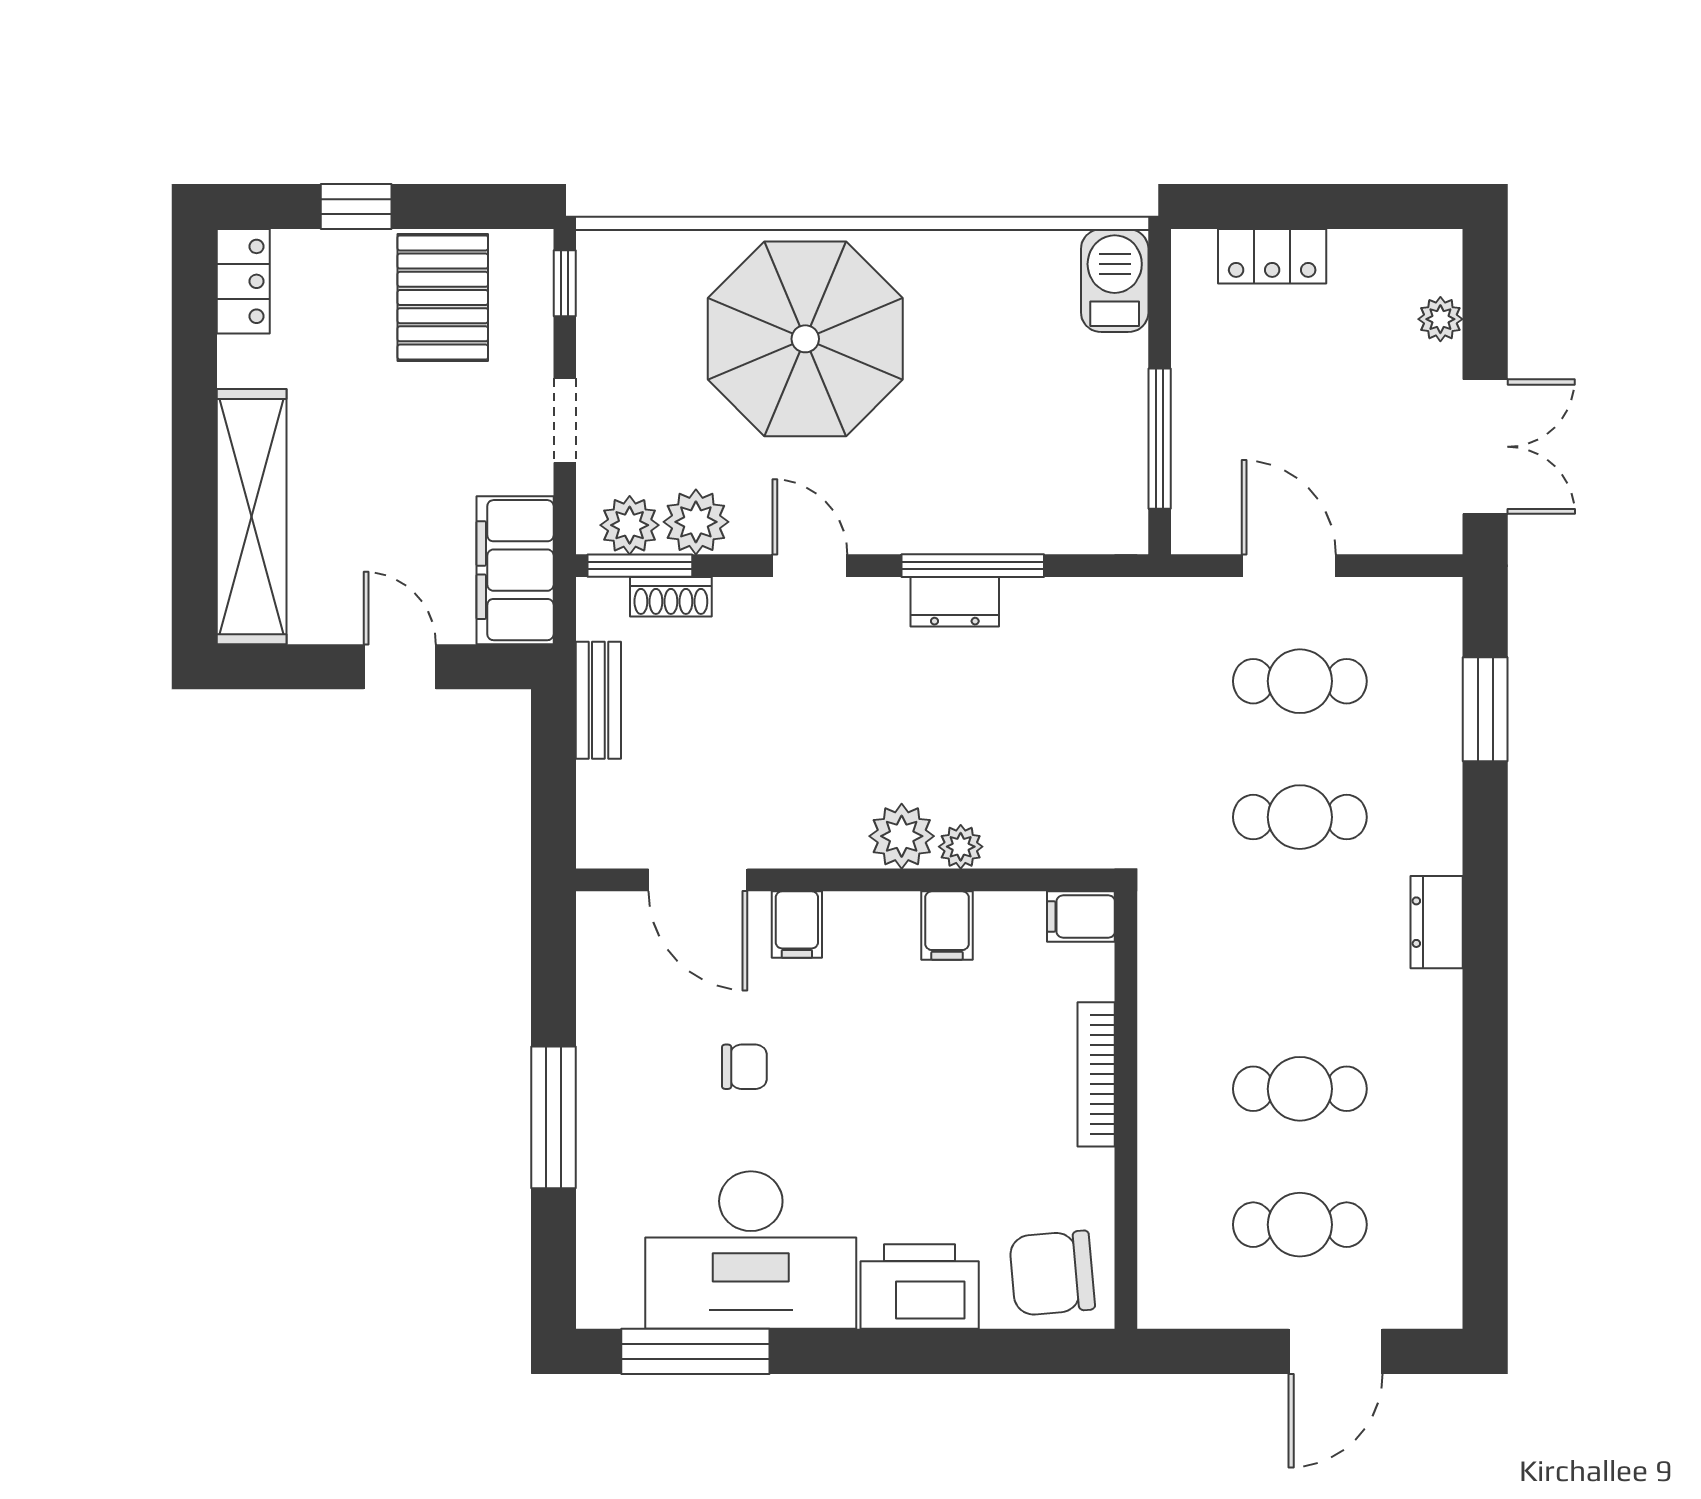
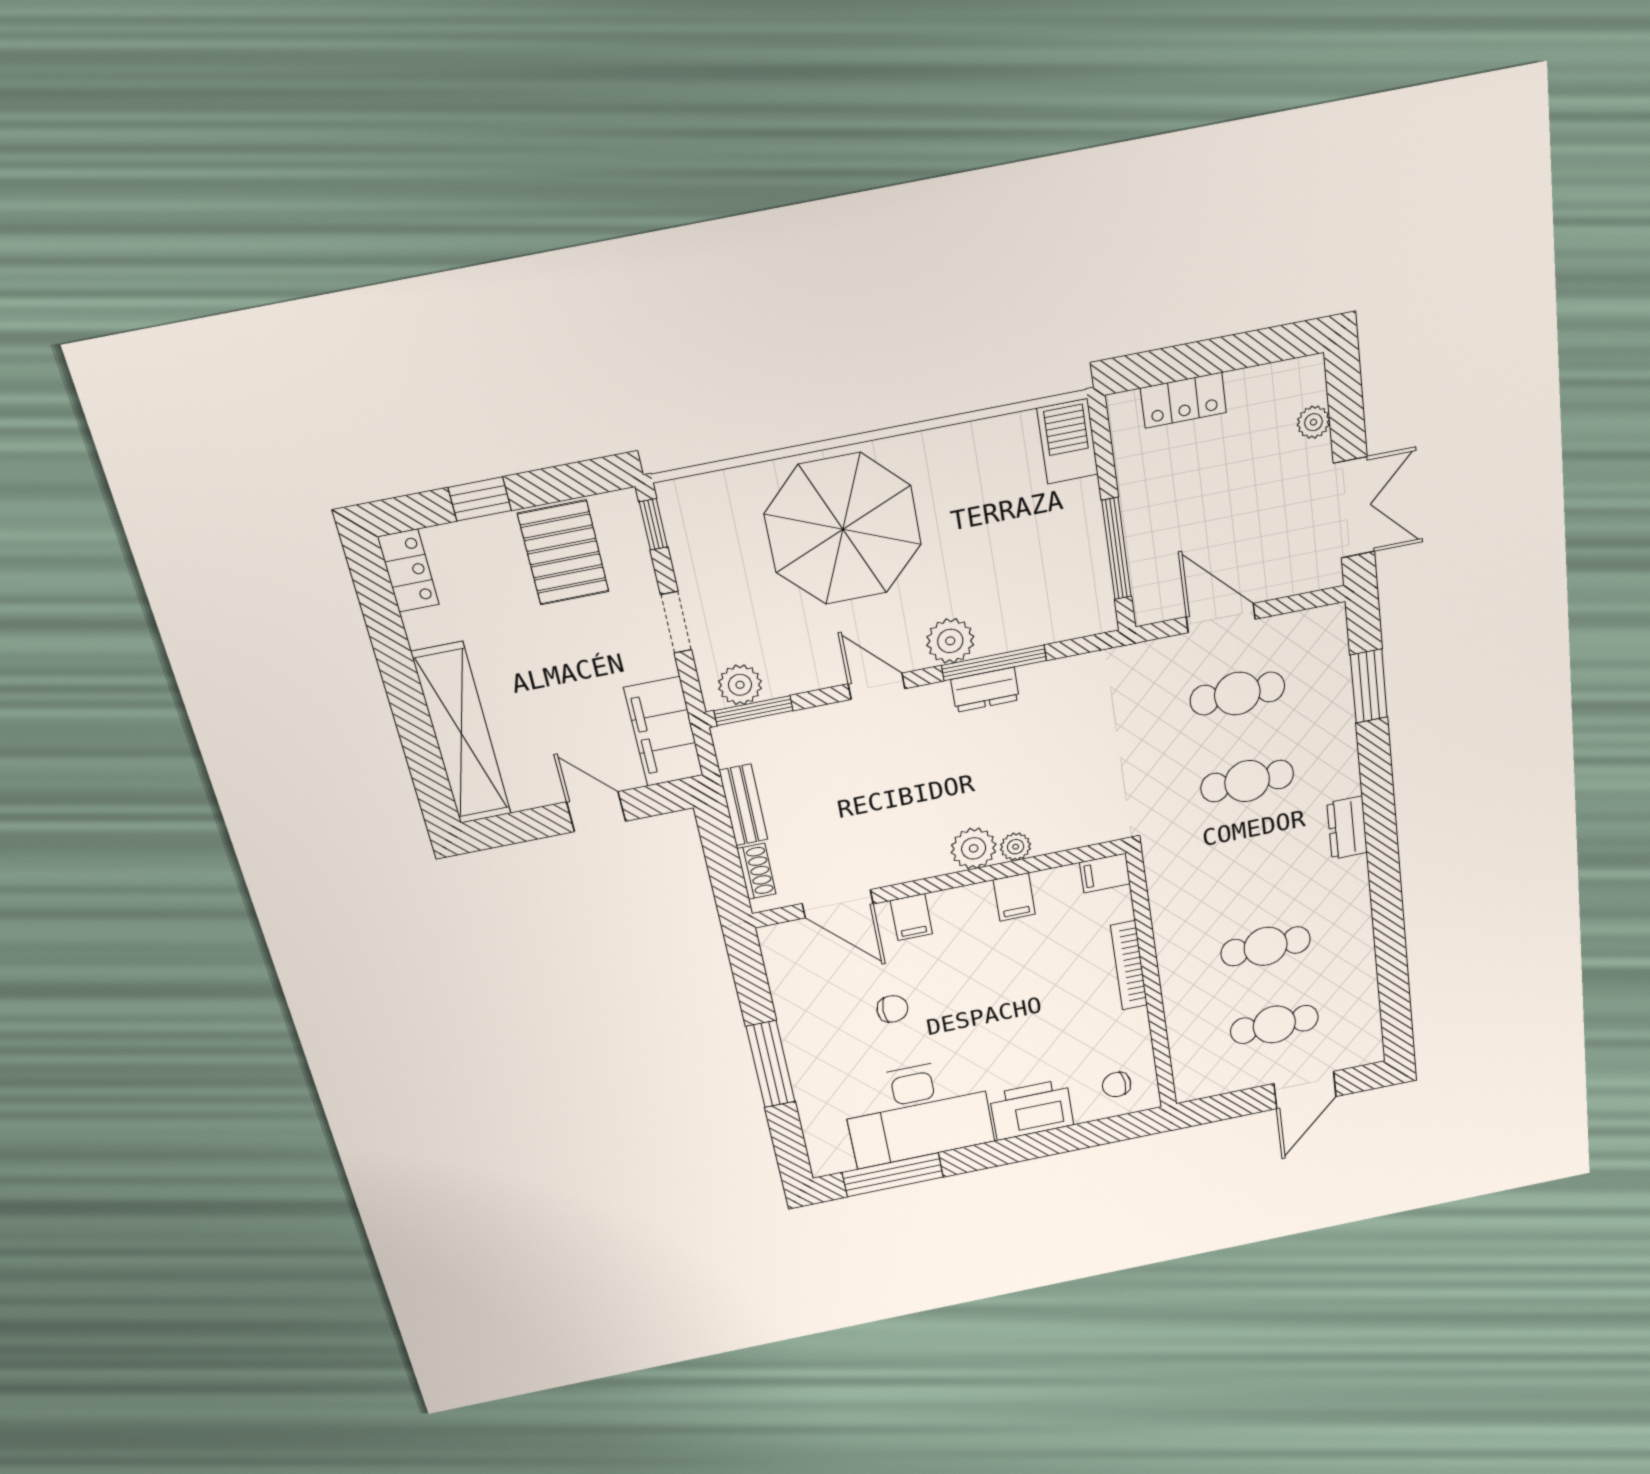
plant: (696, 522) -> (950, 641), moved
shoe rack: (671, 597) -> (756, 871), moved, turned -90
chair: (1052, 1273) -> (1117, 1085), width x0.54, depth x0.54

